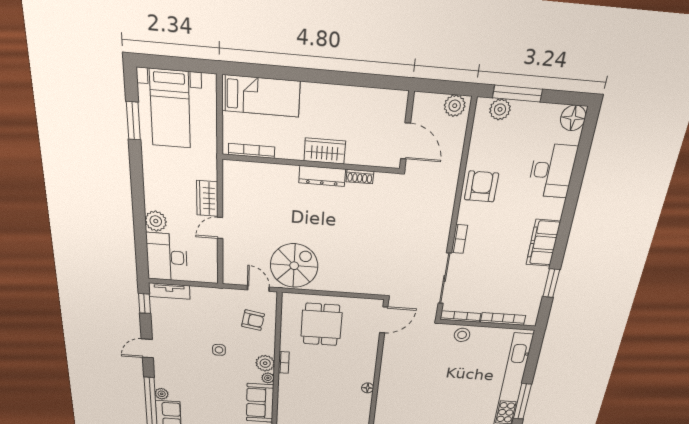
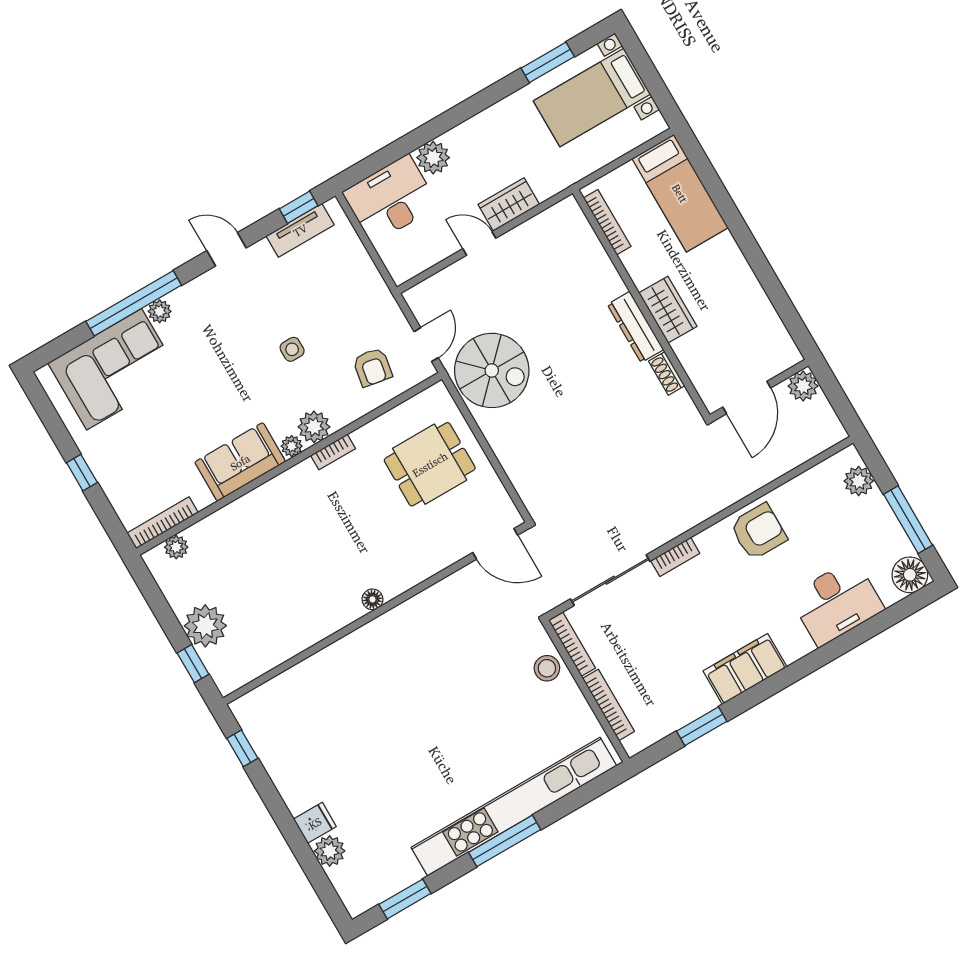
window: (517, 94) -> (908, 520), moved
plant: (455, 106) -> (803, 386), moved
tv unit: (169, 291) -> (300, 230), moved, turned -90

